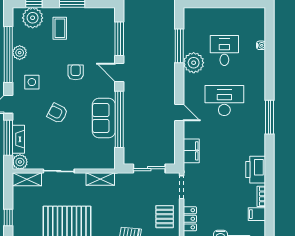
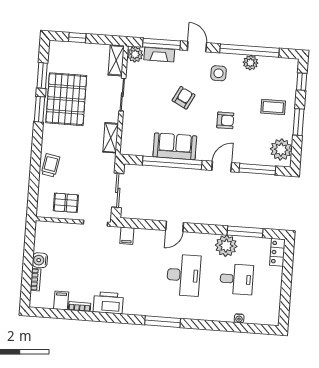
plant: (33, 18) -> (281, 150), moved
filing cabinet: (191, 151) -> (127, 236), width x0.50
locker: (190, 219) -> (277, 252), moved, turned 90

